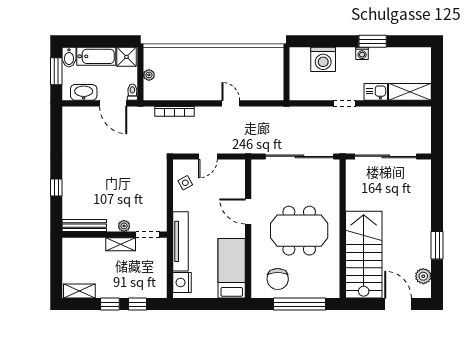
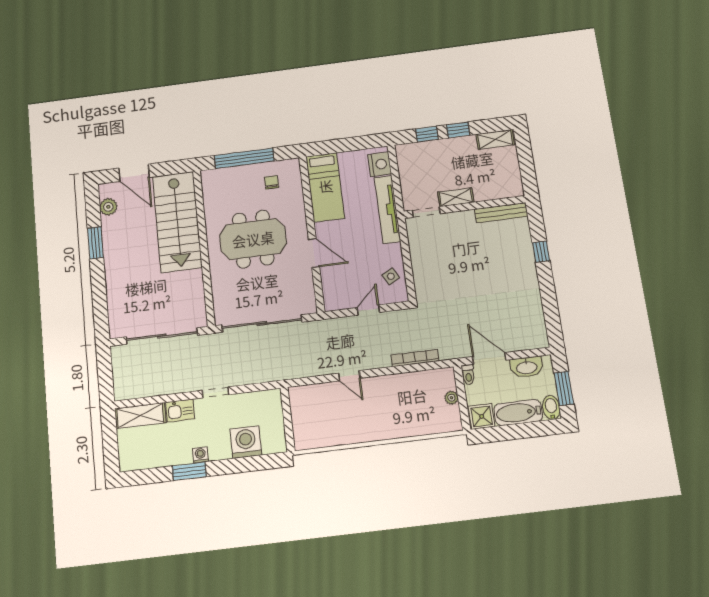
plant: (124, 226) -> (455, 218), removed
chair: (278, 279) -> (272, 182), width x0.54, depth x0.54

